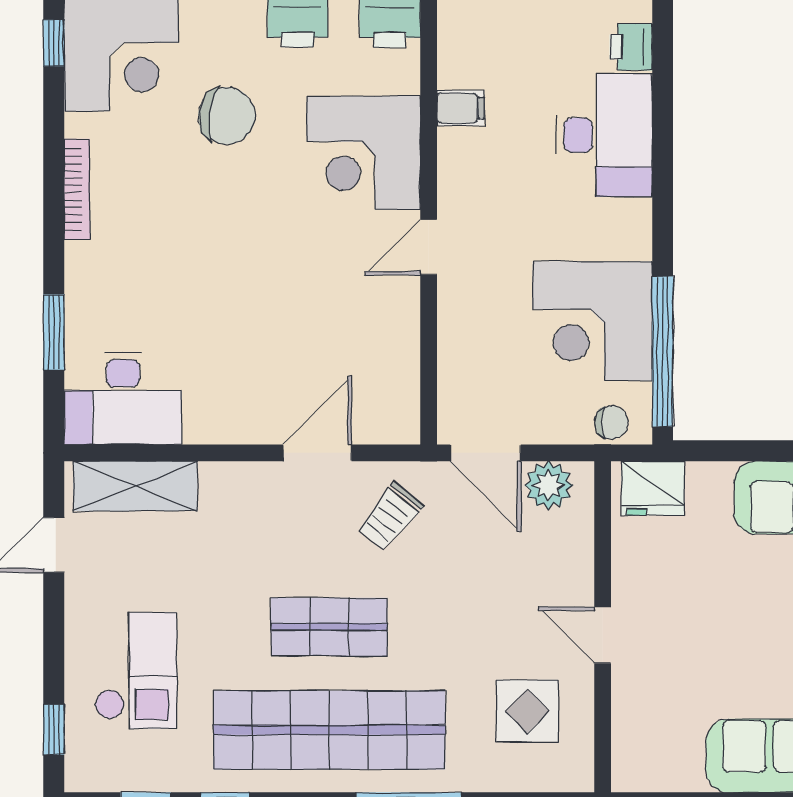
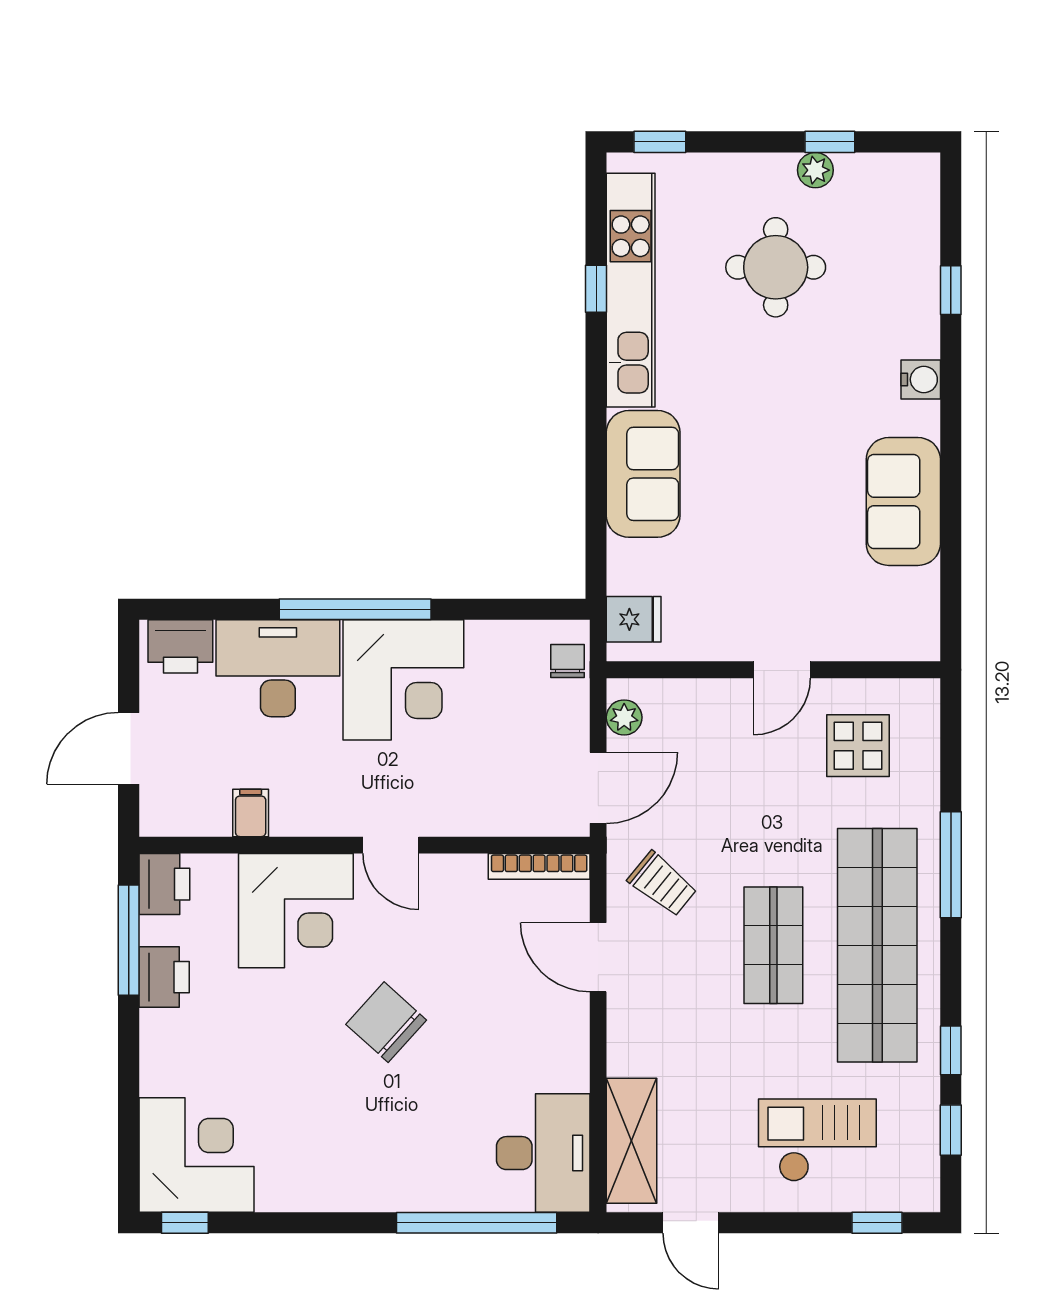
printer: (631, 47) -> (180, 646), width x1.36, depth x1.24
chair: (227, 116) -> (386, 1022), moved, turned -56
bookcase: (77, 189) -> (539, 866), moved, turned 180
corner desk: (593, 321) -> (403, 680), moved
window: (54, 332) -> (477, 1223), width x2.11
window: (663, 352) -> (355, 609), moved
plant: (549, 485) -> (624, 717), width x0.73, depth x0.73
fridge: (653, 488) -> (634, 619), width x0.72

